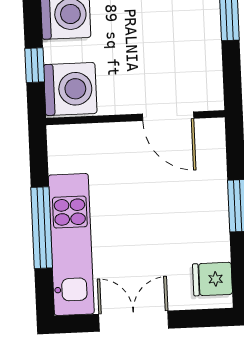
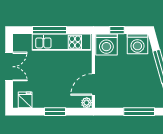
plant: (213, 131) -> (87, 103), added
kitchen unit: (71, 244) -> (61, 42), moved

